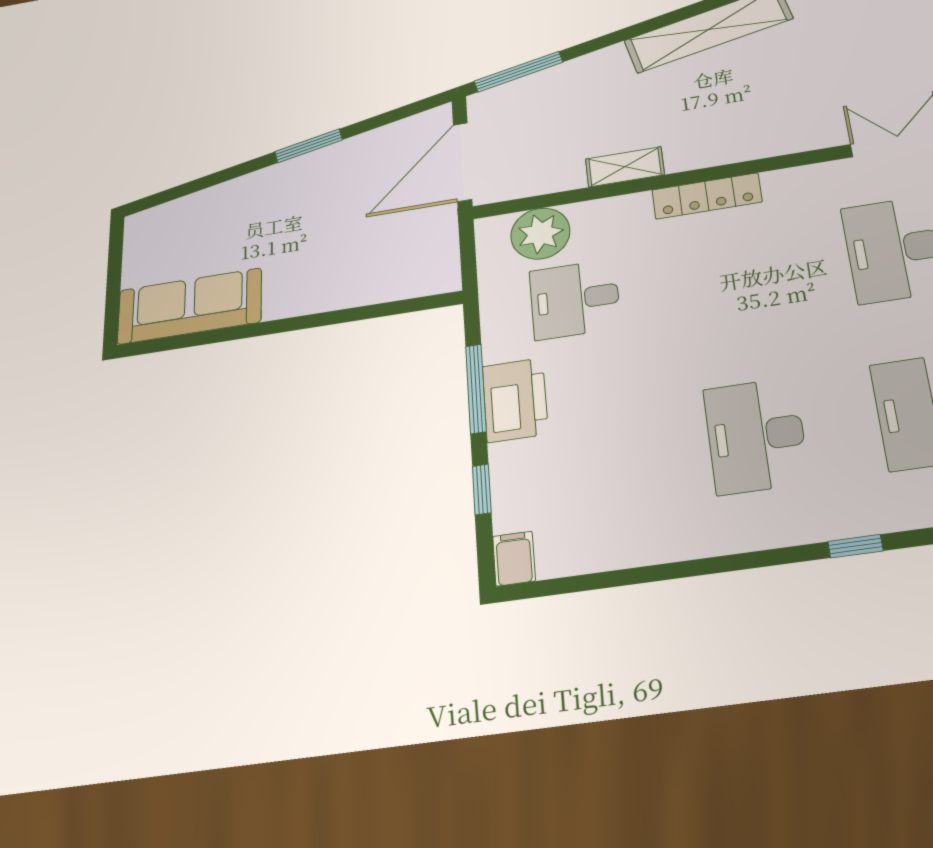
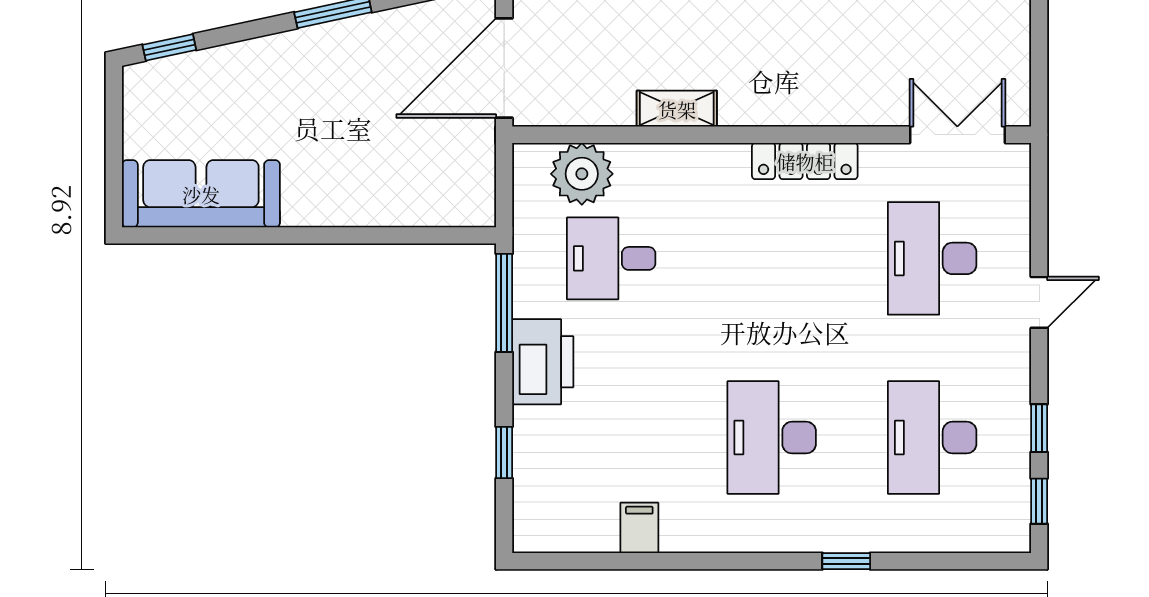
window: (166, 196) -> (169, 47), added
locker: (707, 196) -> (805, 161), moved
window: (476, 389) -> (504, 303), moved
filing cabinet: (514, 559) -> (639, 528), moved

